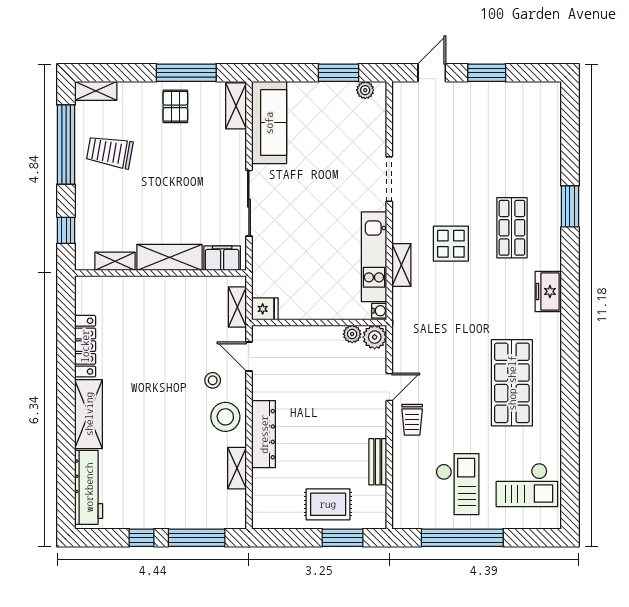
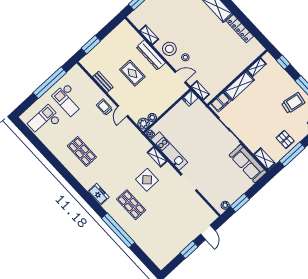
window: (570, 206) -> (118, 230), width x2.11
shop shelf: (512, 383) -> (82, 151), width x0.70, depth x0.74
rug: (328, 504) -> (132, 73), moved, turned 90

